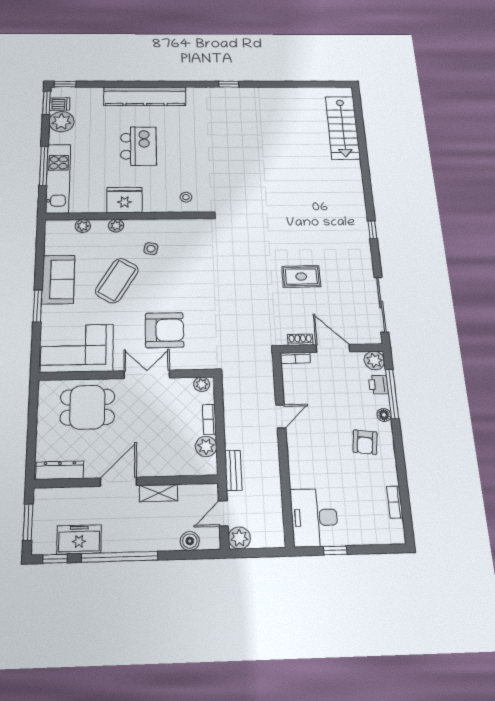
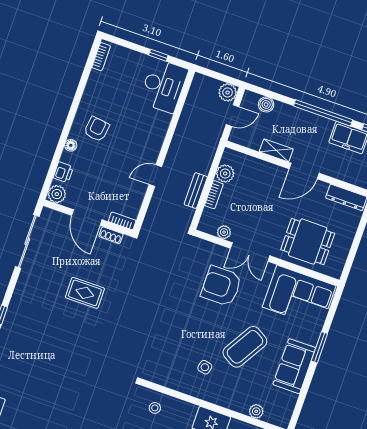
plant: (116, 226) -> (227, 401), removed
plant: (202, 384) -> (224, 232), moved
window: (392, 394) -> (56, 160), removed
bench: (233, 470) -> (196, 191), moved
bookcase: (395, 502) -> (101, 57), moved

